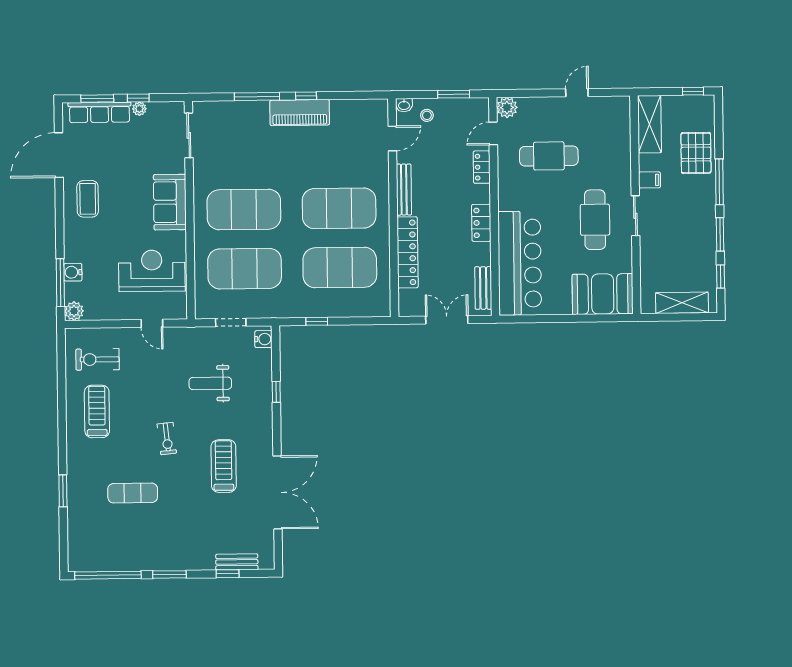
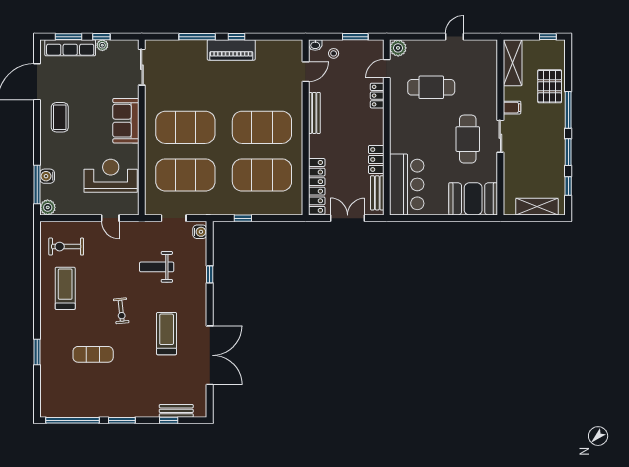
locker: (481, 223) -> (376, 159), moved
locker: (408, 252) -> (317, 186), moved
bar counter: (520, 263) -> (407, 184), width x0.73

